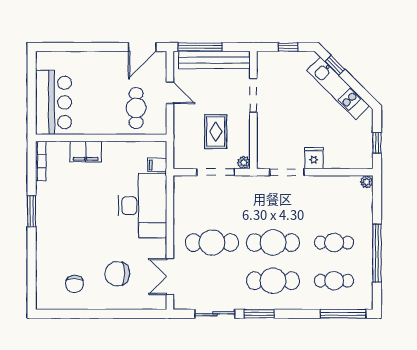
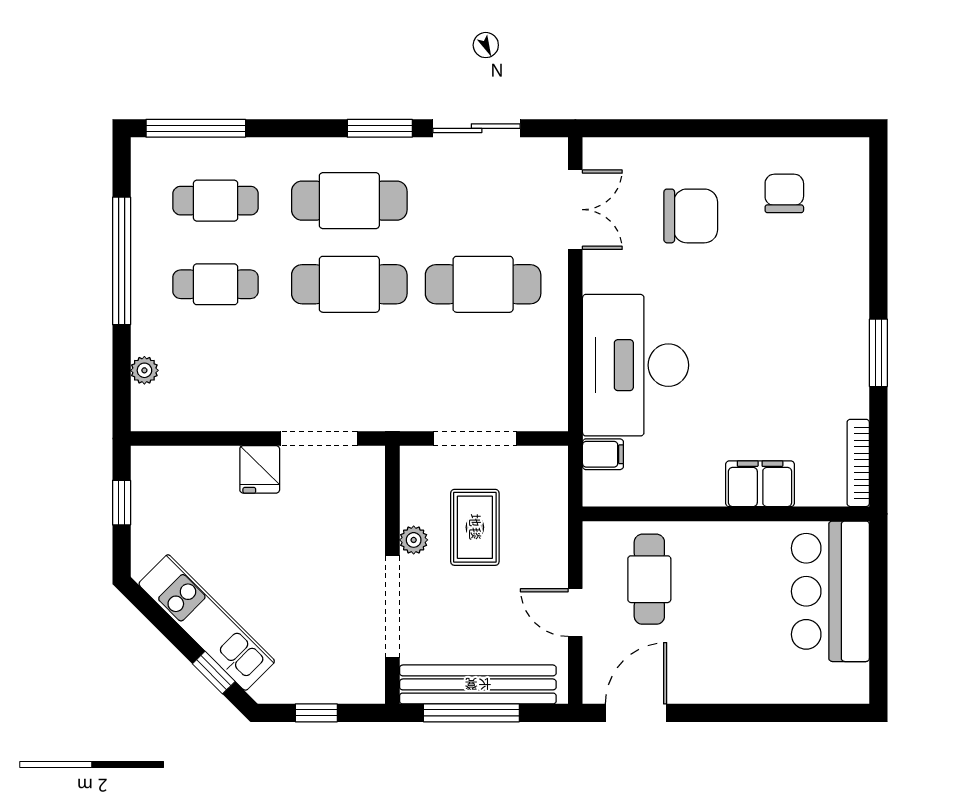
window: (200, 47) -> (471, 713), moved
doorway: (253, 95) -> (392, 607), width x1.36
plant: (244, 162) -> (414, 540), moved
plant: (367, 182) -> (144, 370), moved

